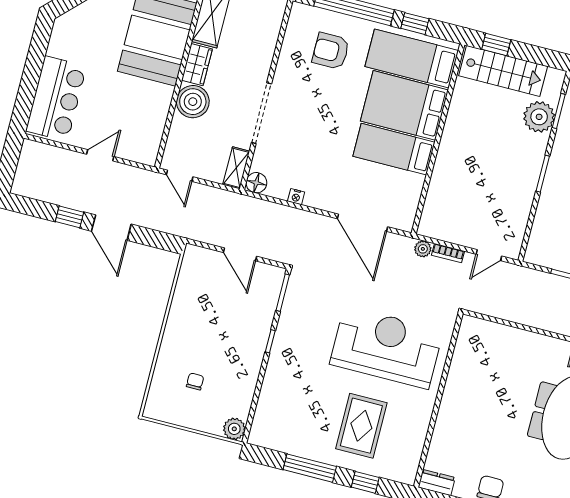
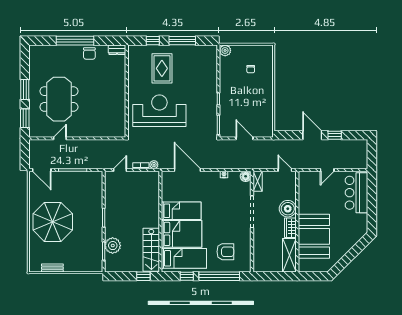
stairs: (503, 71) -> (151, 250), moved, turned -90
reception desk: (386, 347) -> (159, 111), turned 180

